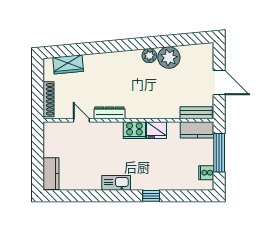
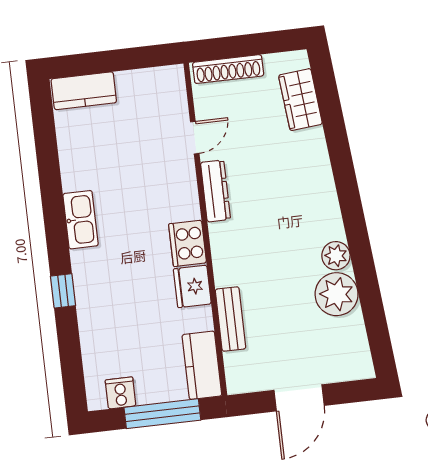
bench: (196, 113) -> (231, 319), moved

